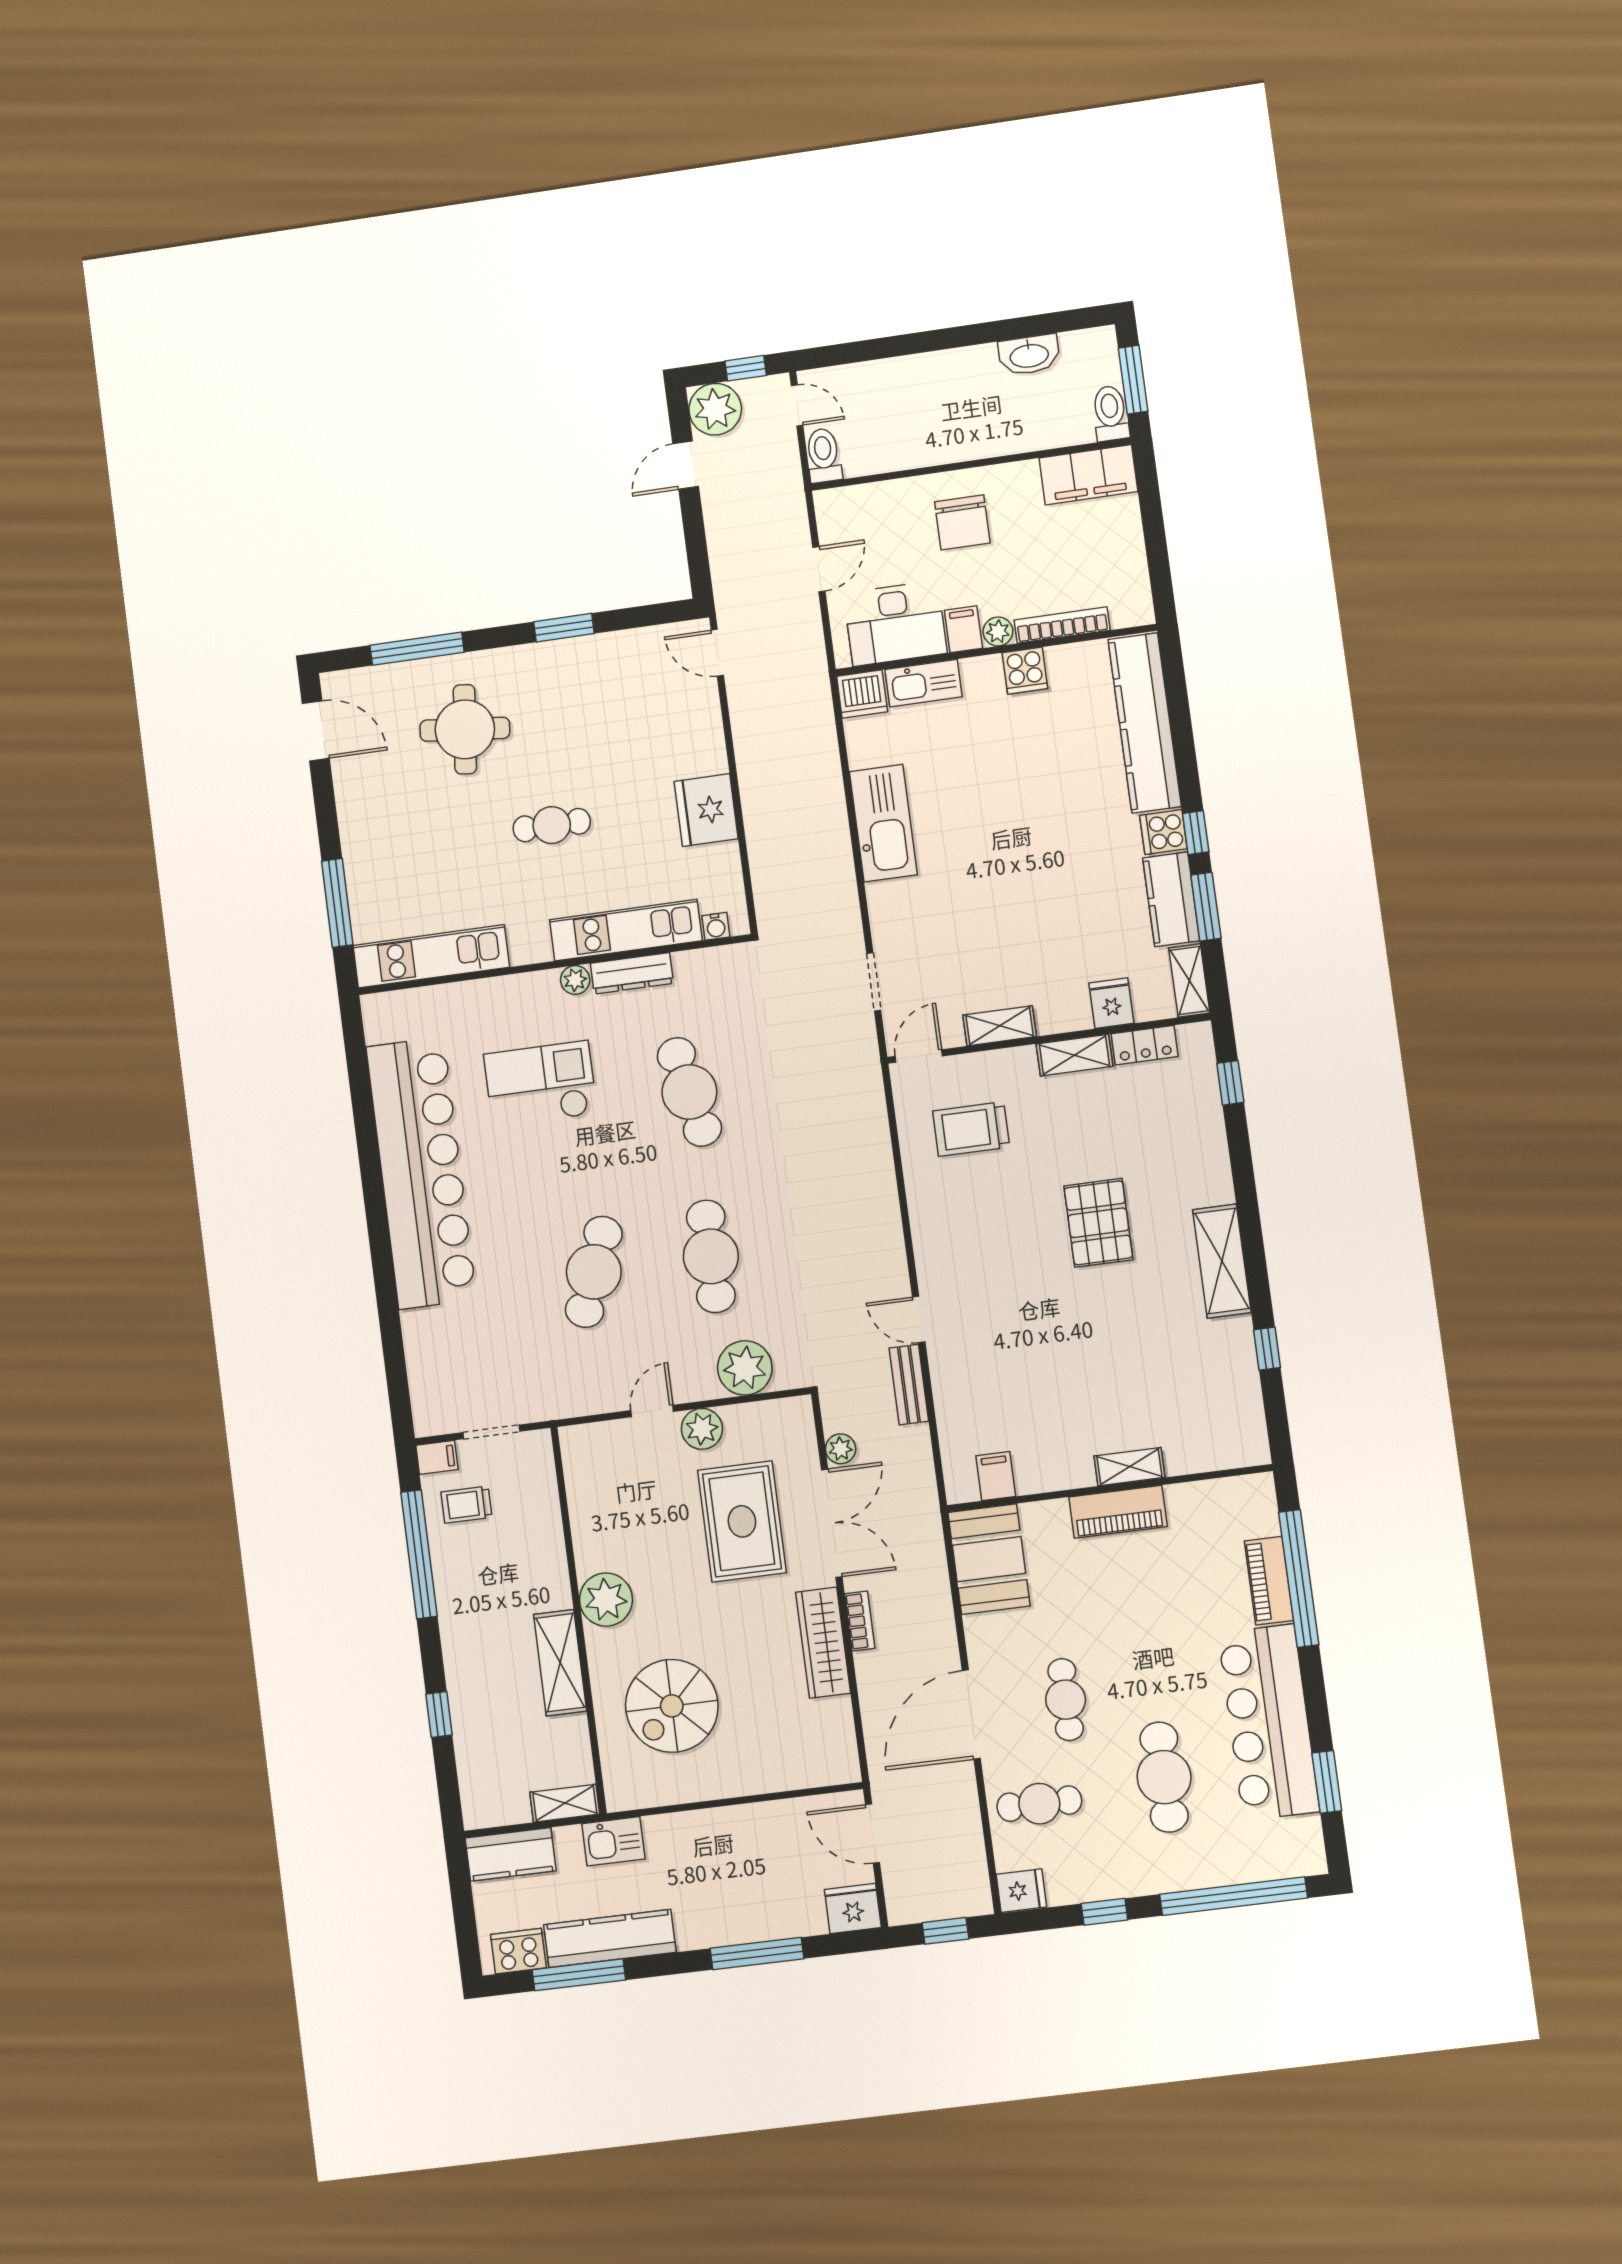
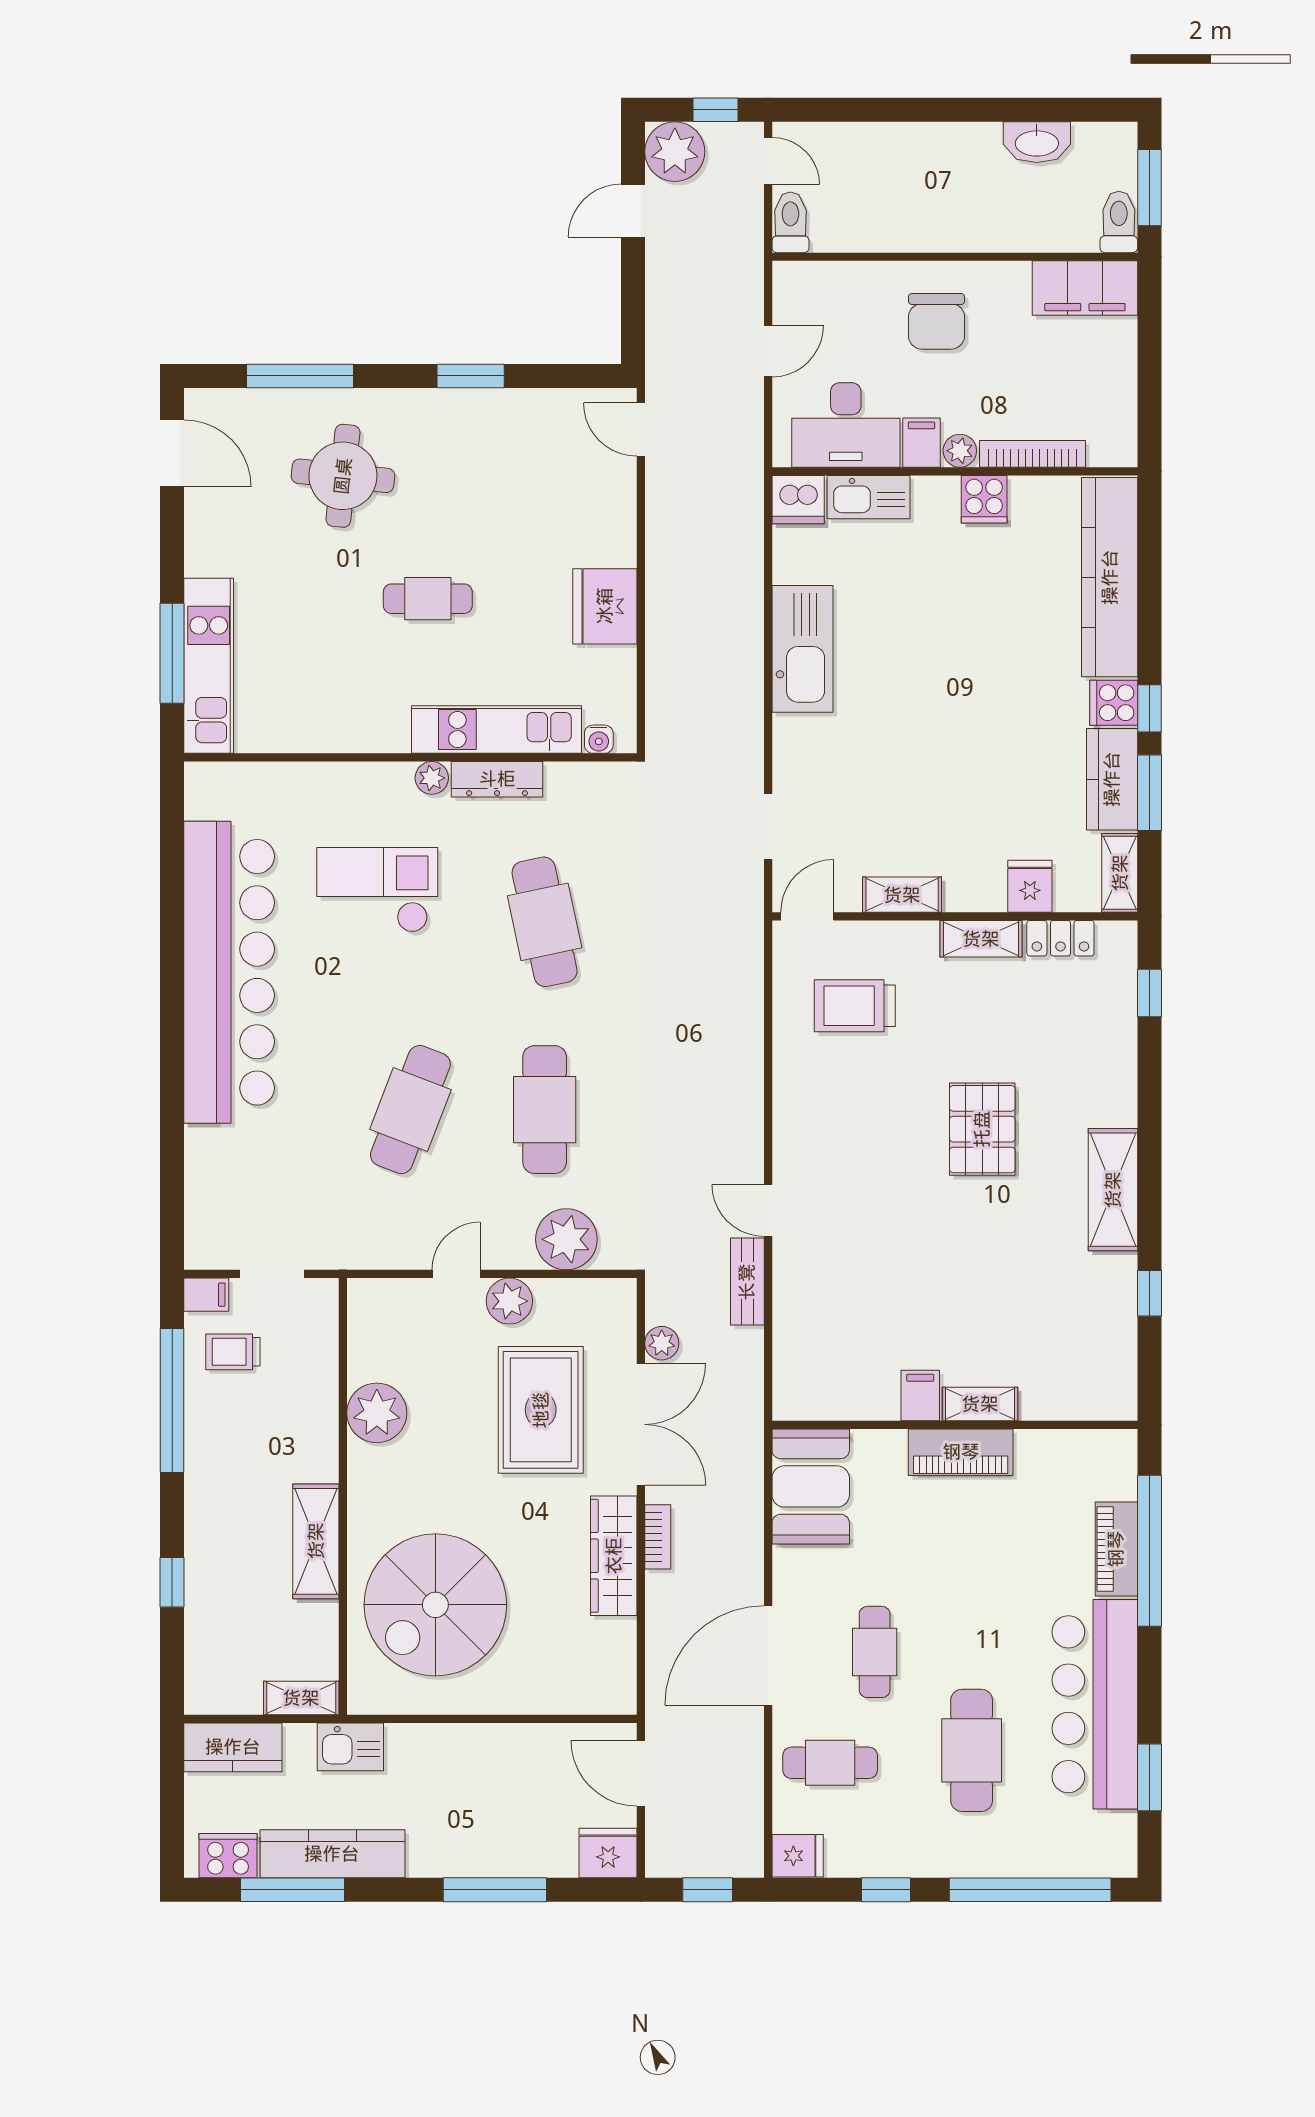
kitchen unit: (431, 956) -> (209, 666), moved, turned 90
filing cabinet: (996, 1476) -> (920, 1396), moved
plant: (606, 1600) -> (377, 1413), moved
spiral stairs: (672, 1706) -> (435, 1605), width x1.37, depth x1.37

